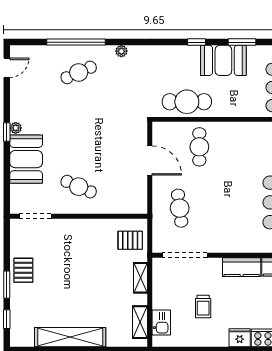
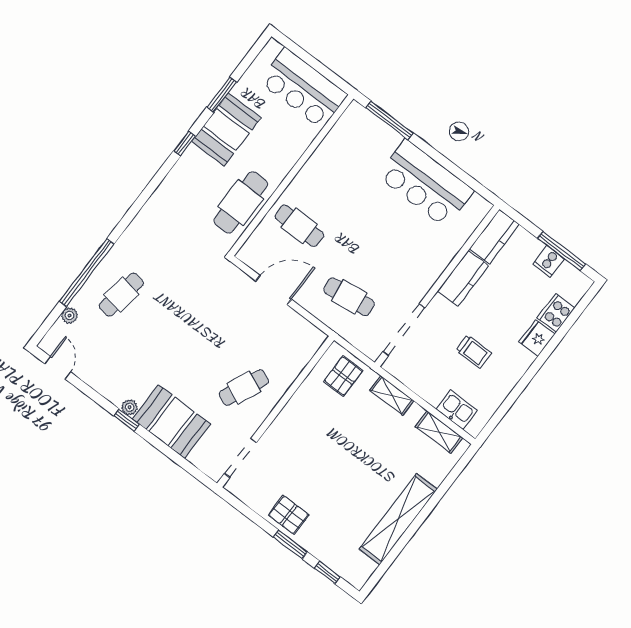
plant: (121, 51) -> (69, 316), moved
cafe table: (79, 72) -> (121, 295), turned 33

